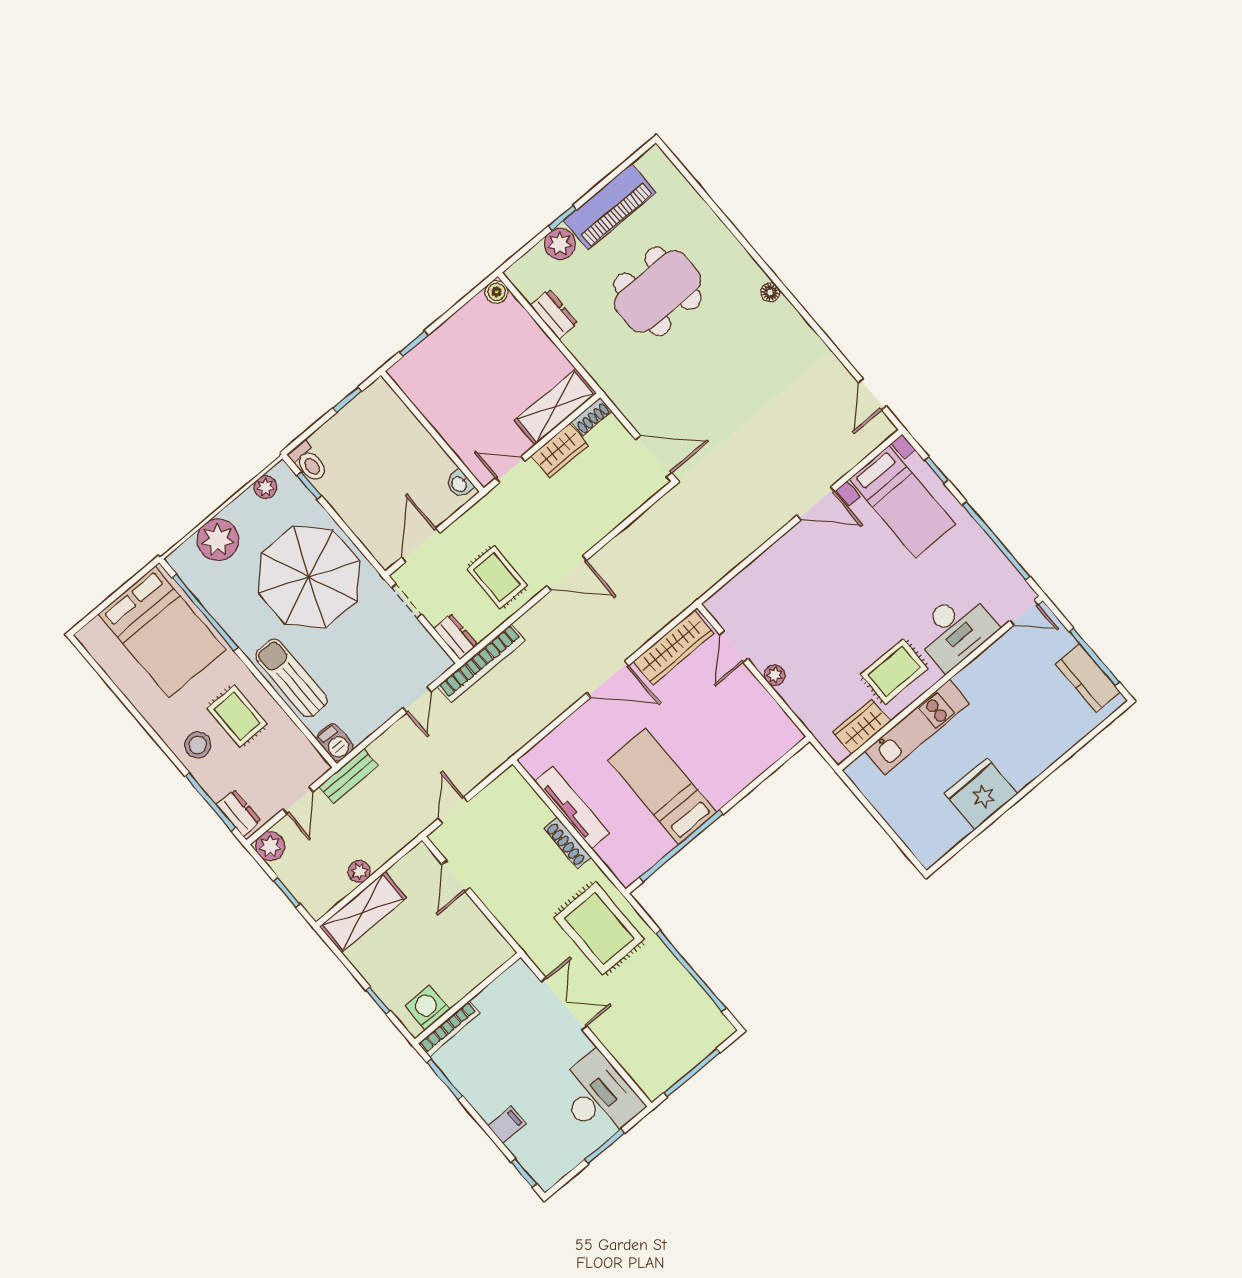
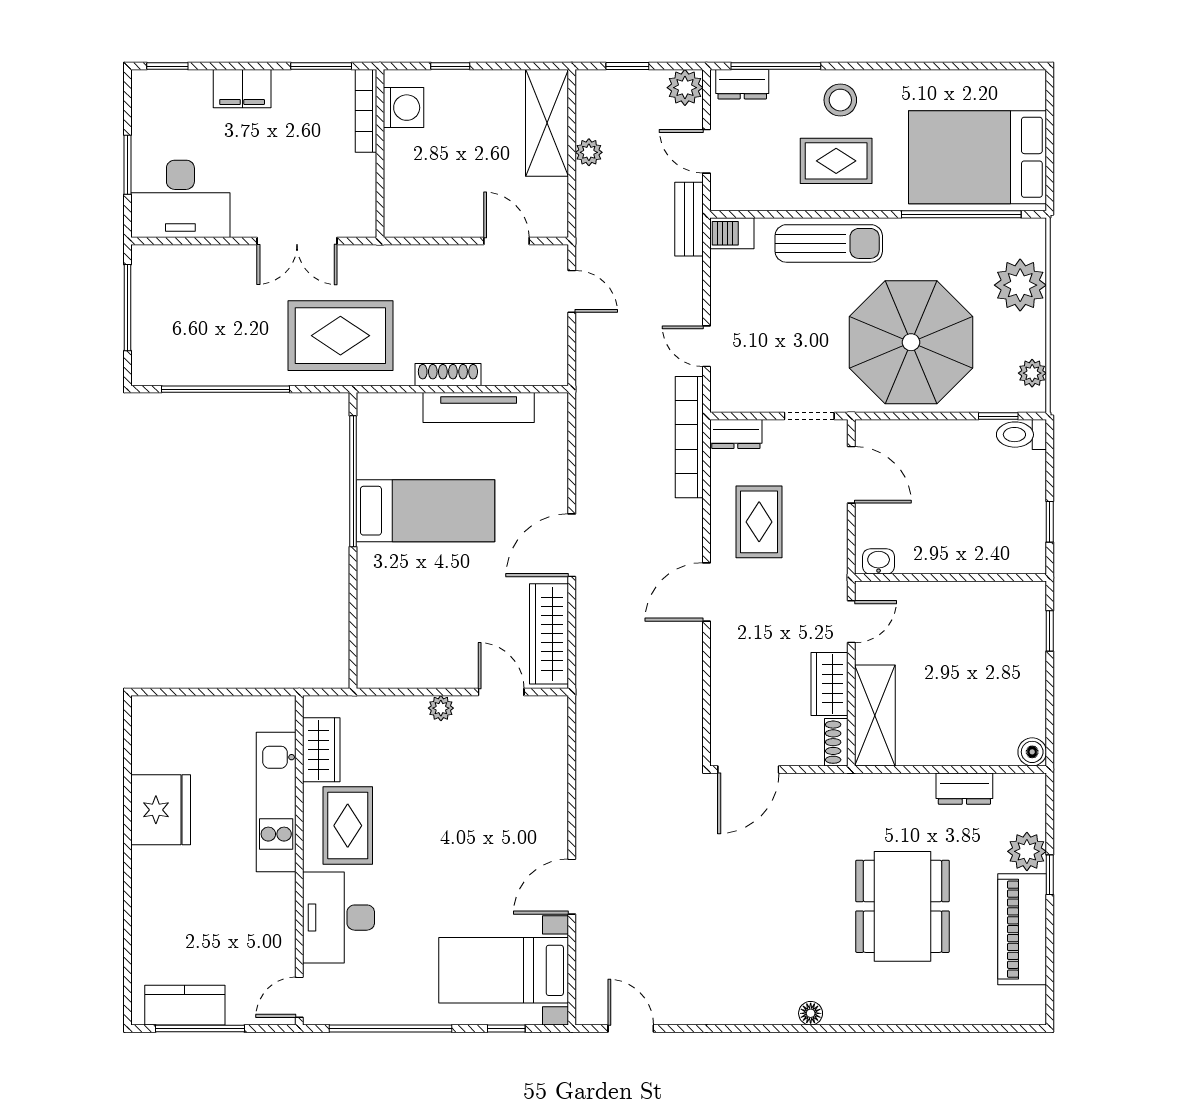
rug: (497, 577) -> (759, 522), turned 90
filing cabinet: (507, 1125) -> (242, 89), width x2.00

